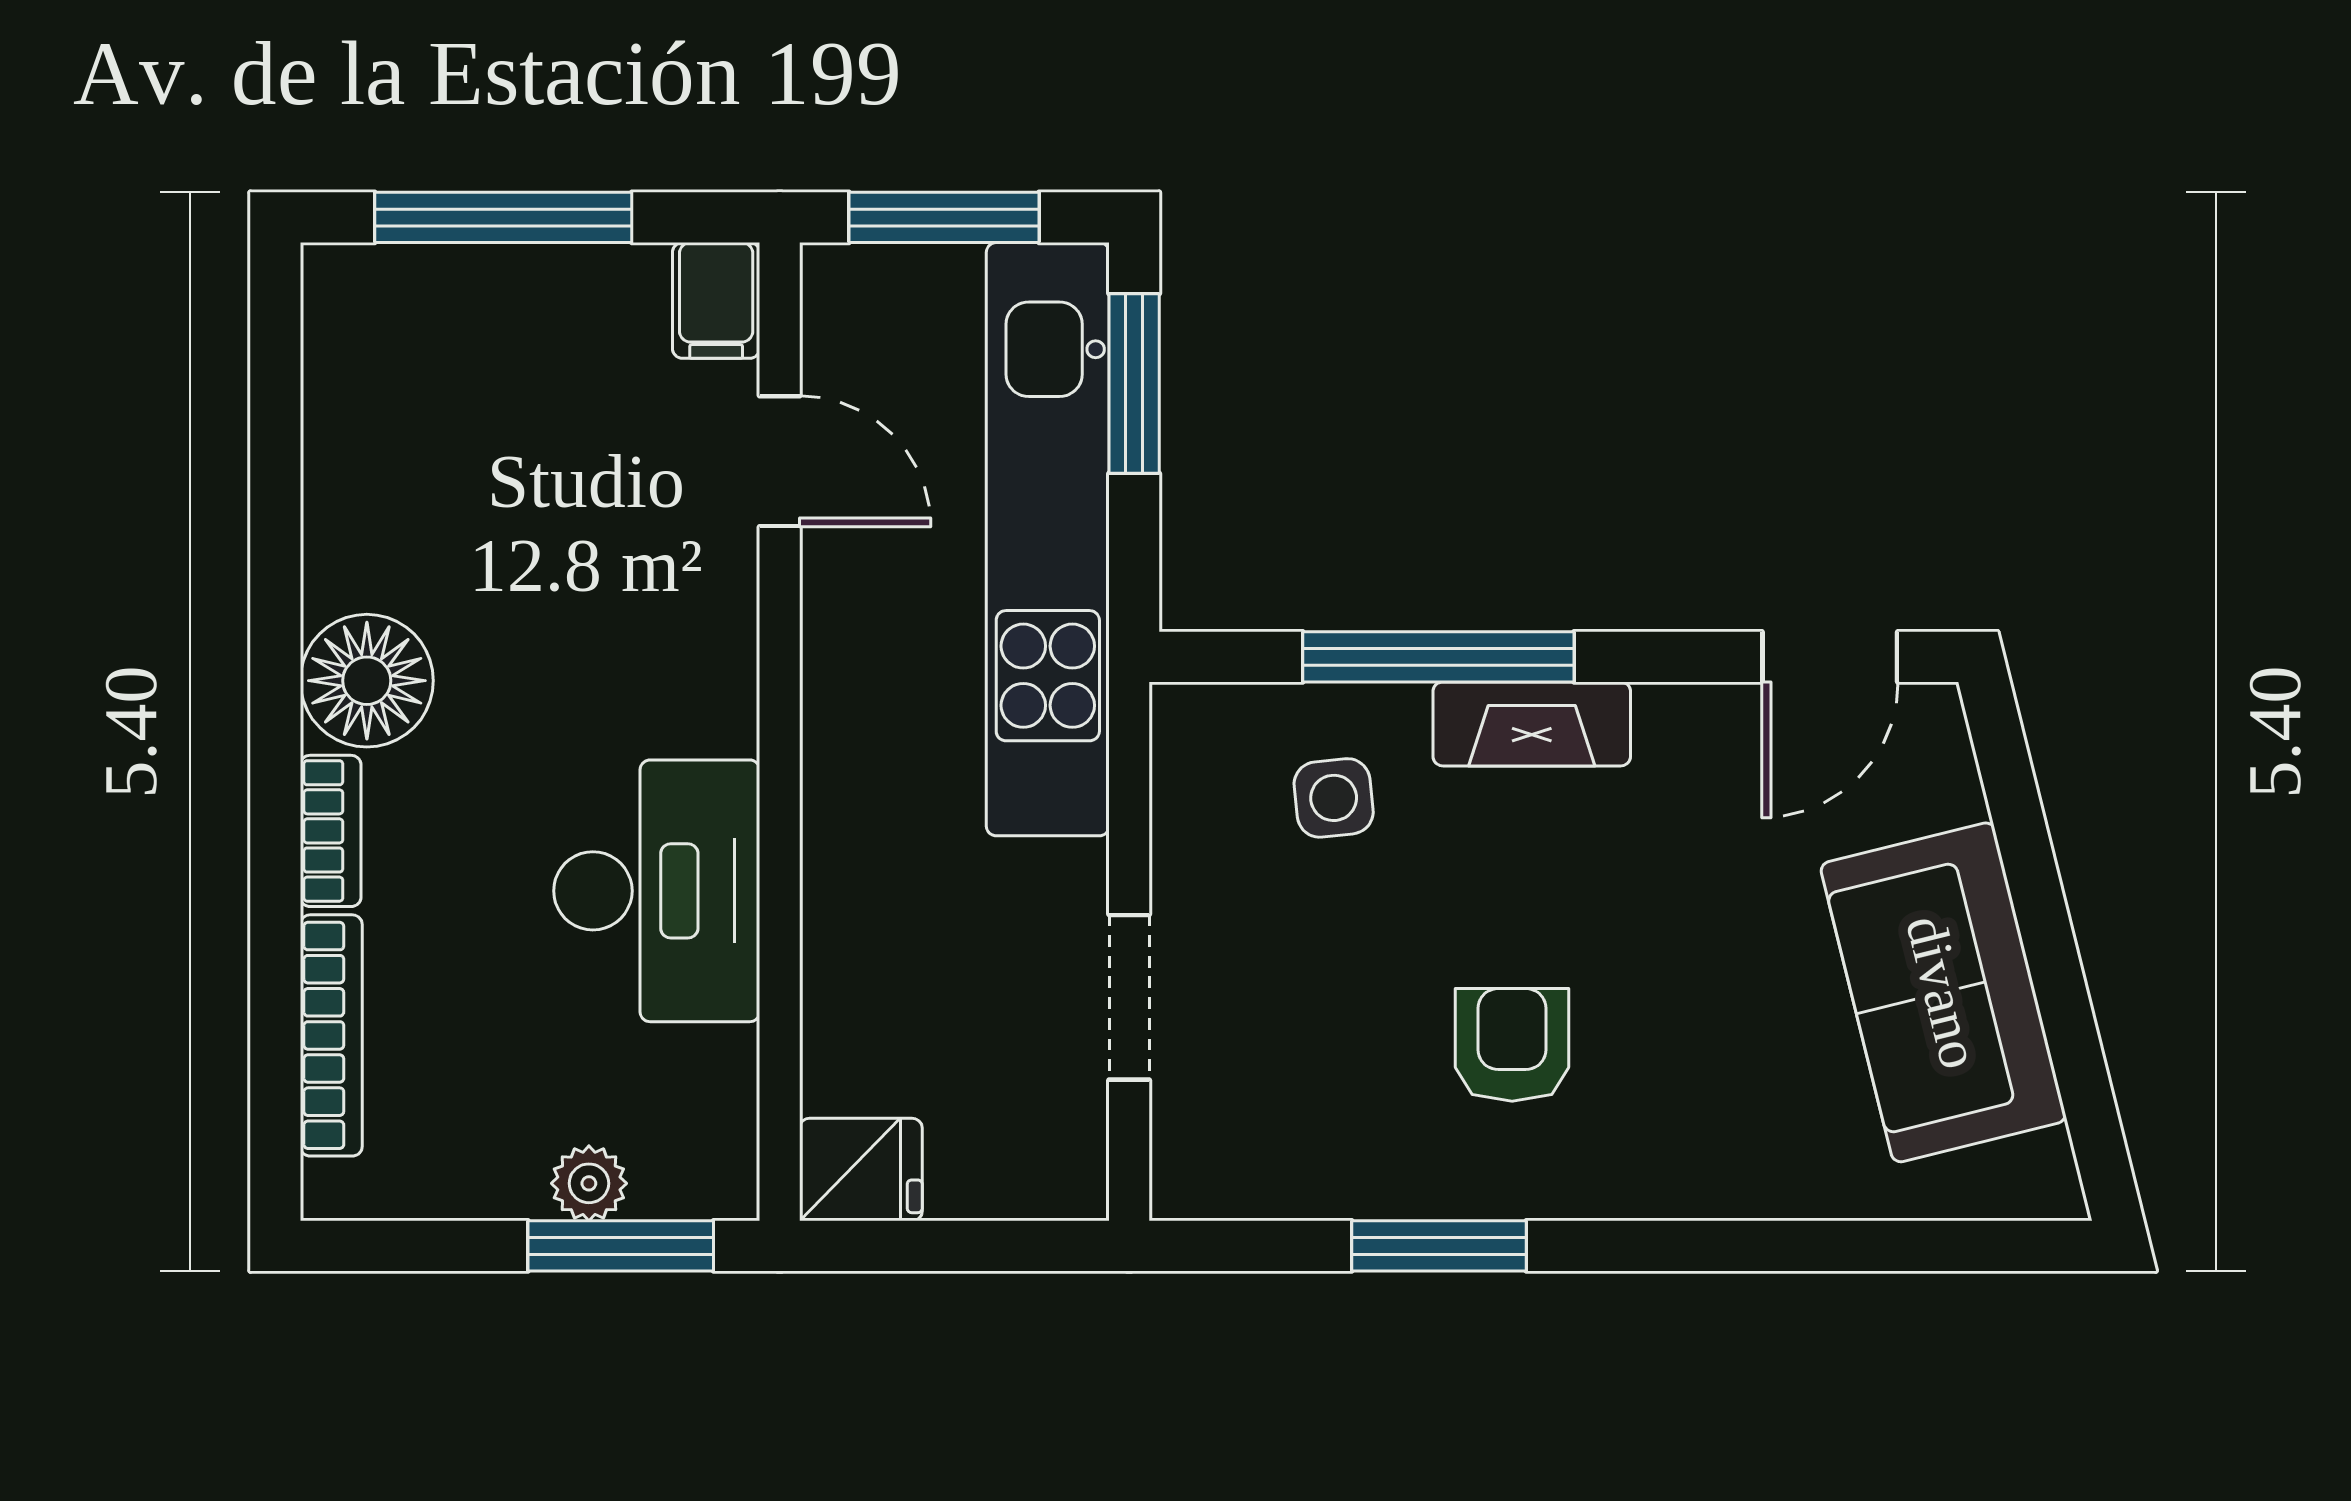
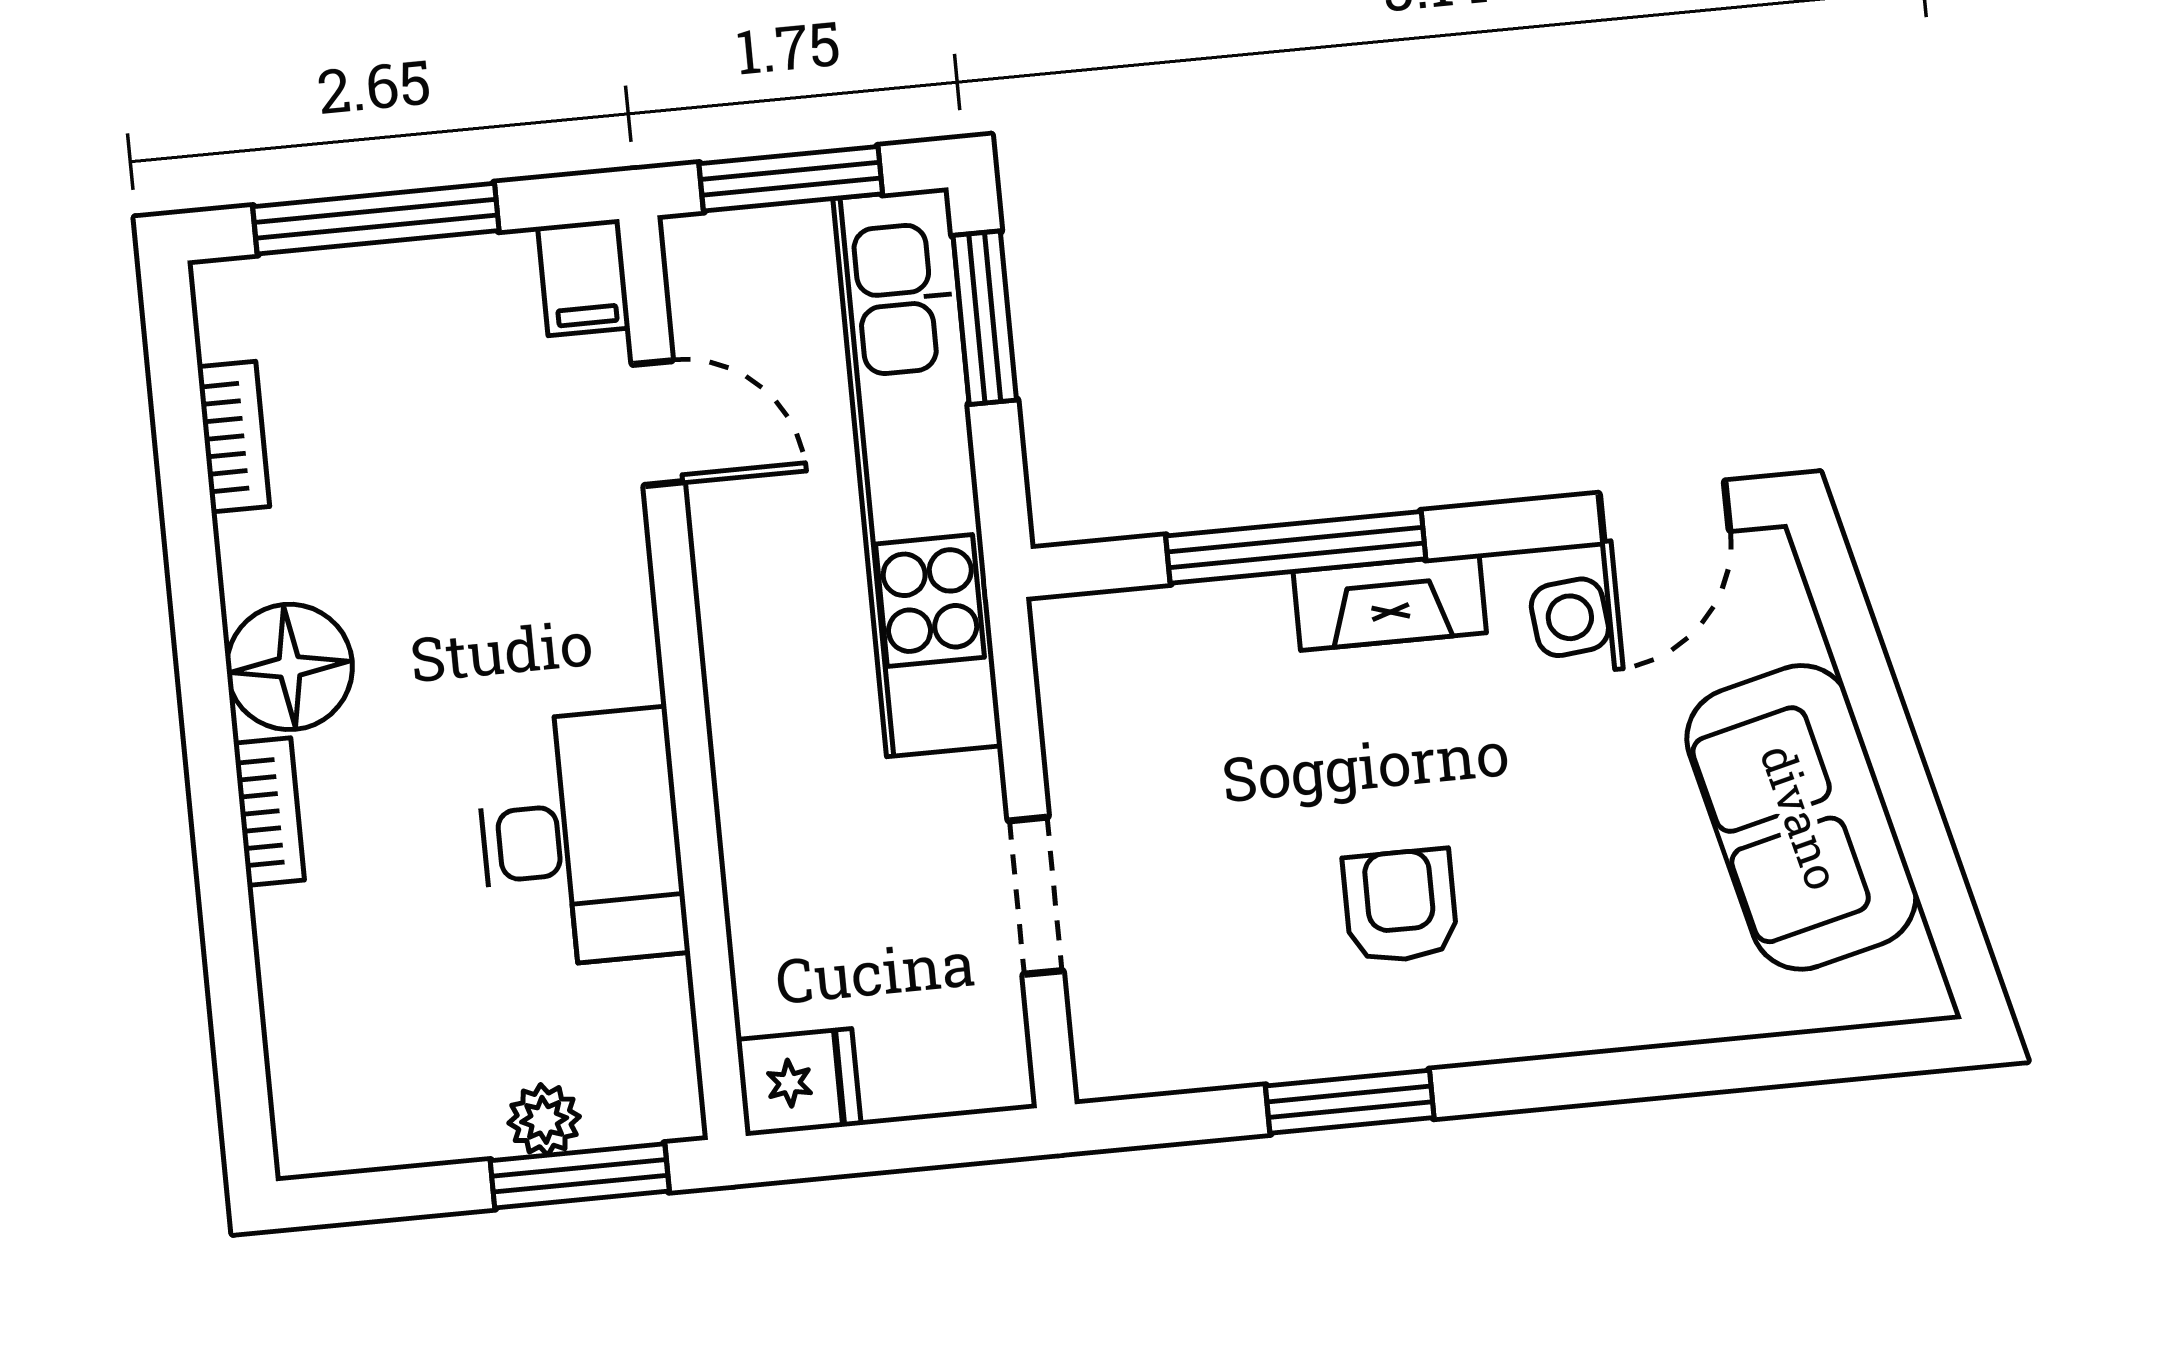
side table: (1334, 798) -> (1570, 617), moved
bookcase: (331, 1035) -> (234, 437), moved, width x0.64

